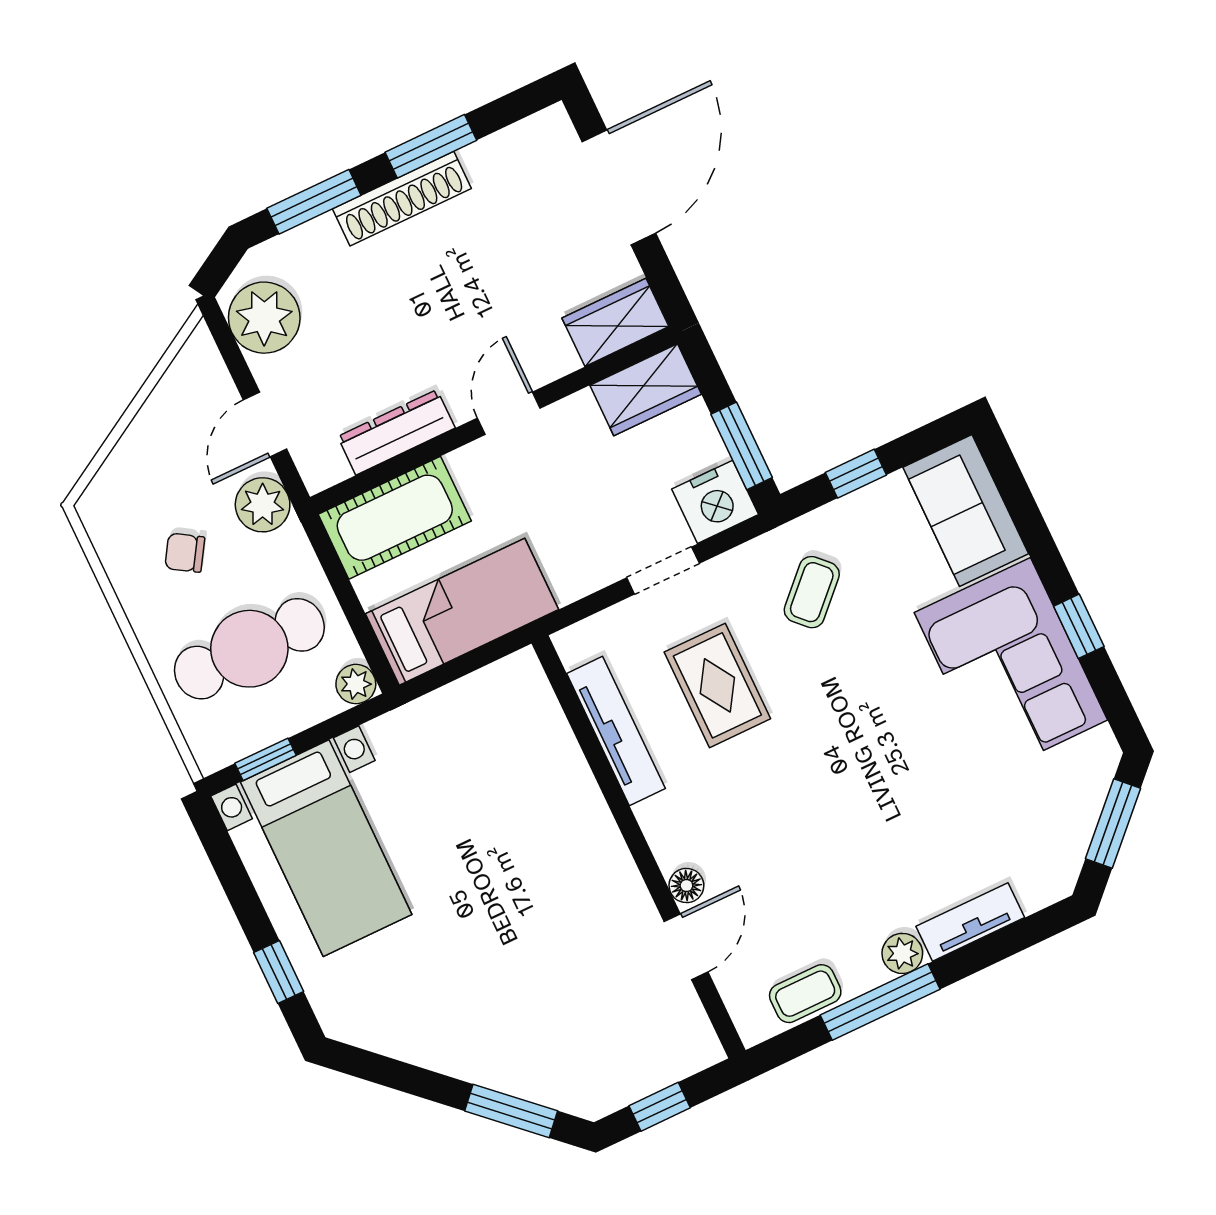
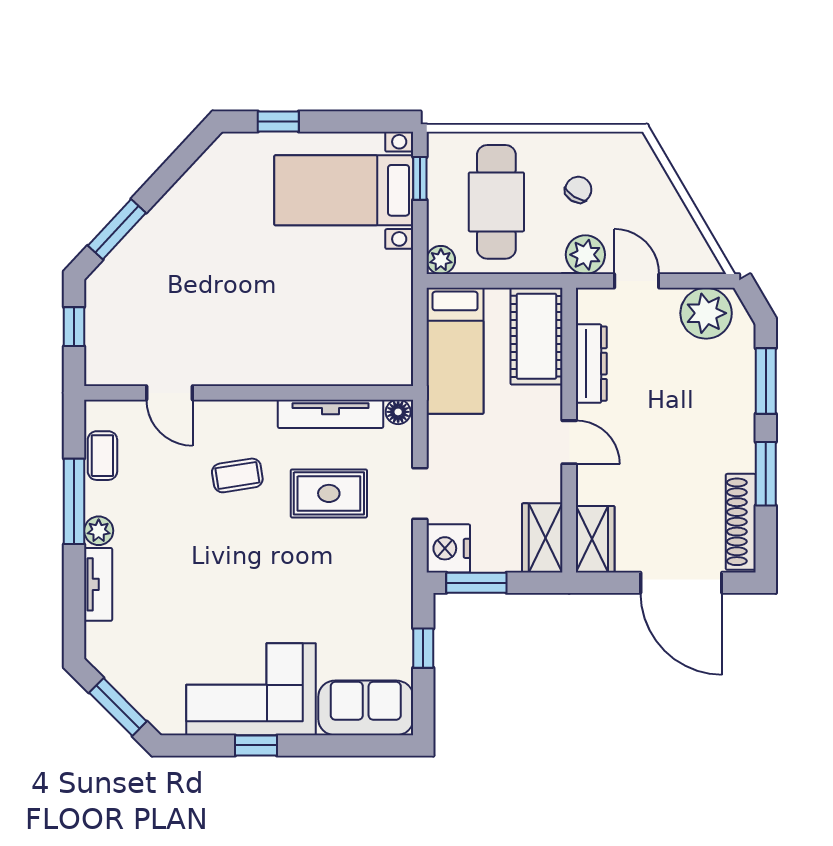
shoe rack: (402, 199) -> (741, 522), moved
coffee table: (812, 592) -> (237, 475), moved, turned -54
floor lamp: (686, 886) -> (398, 412), moved

